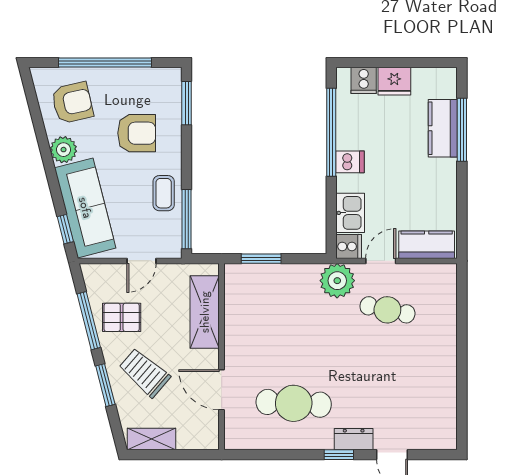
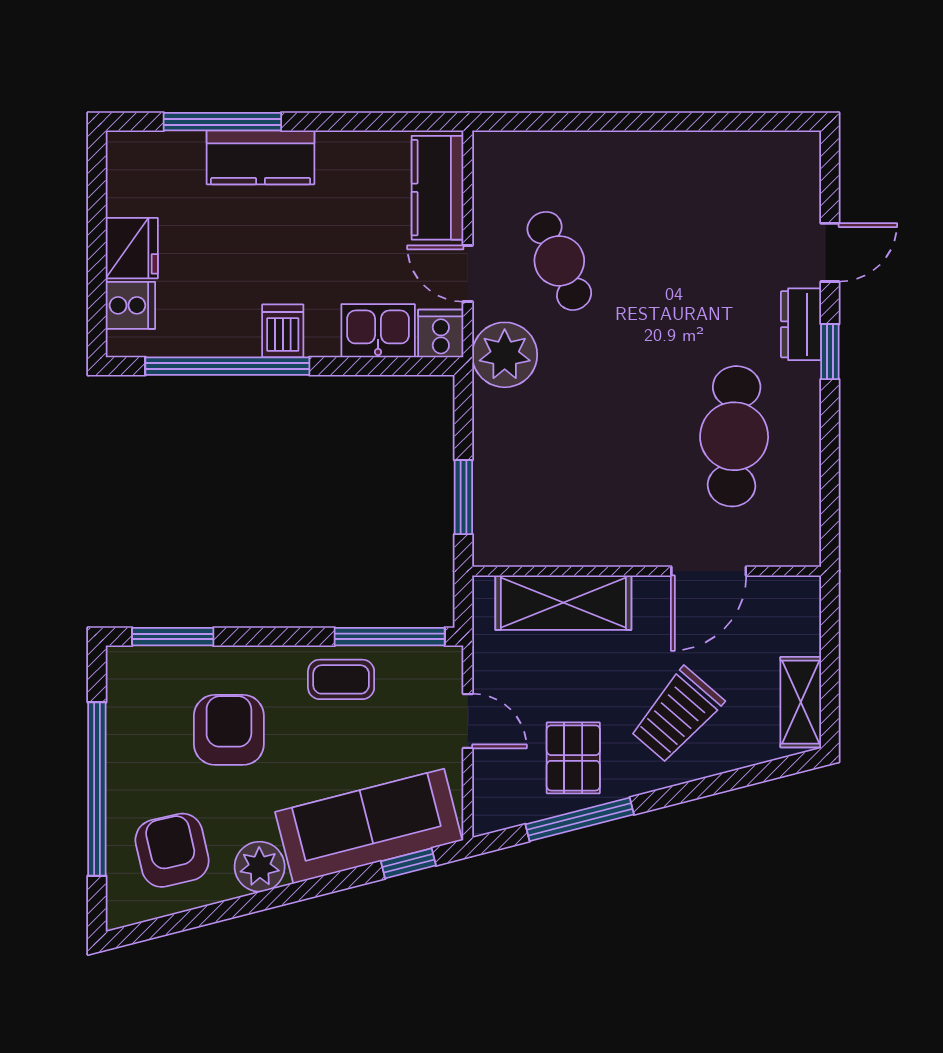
kitchen counter: (443, 128) -> (261, 157), moved
cafe table: (387, 310) -> (559, 261), turned -36
window: (105, 385) -> (700, 788), removed

